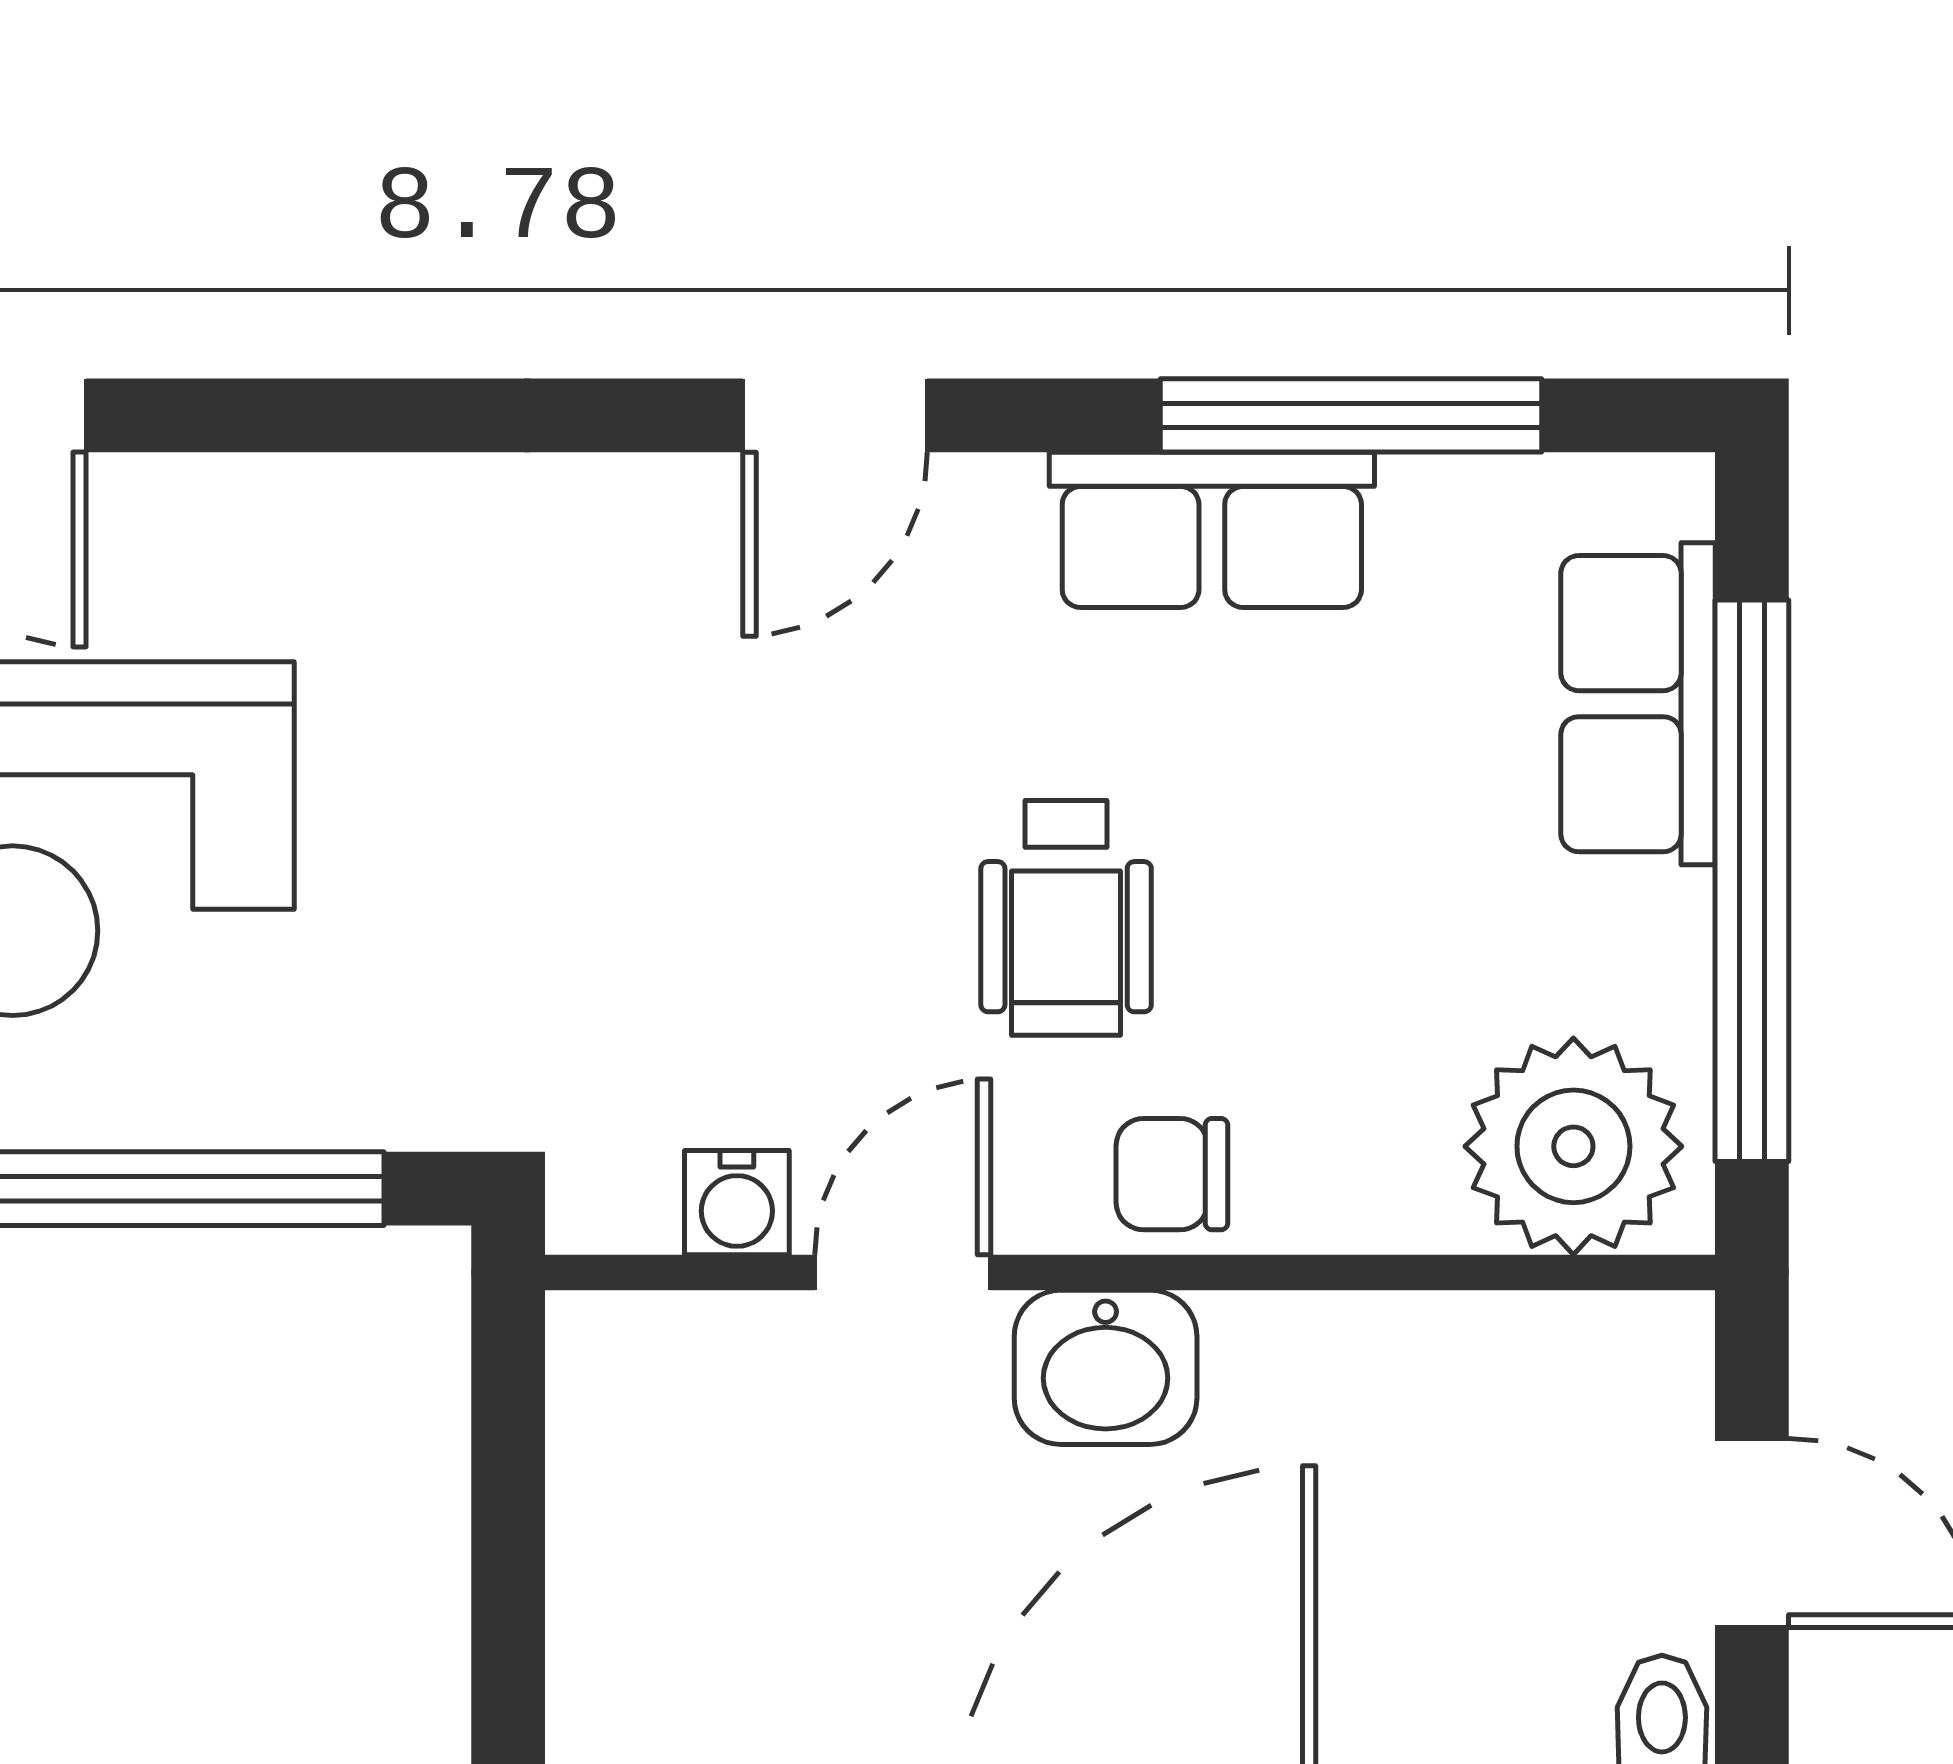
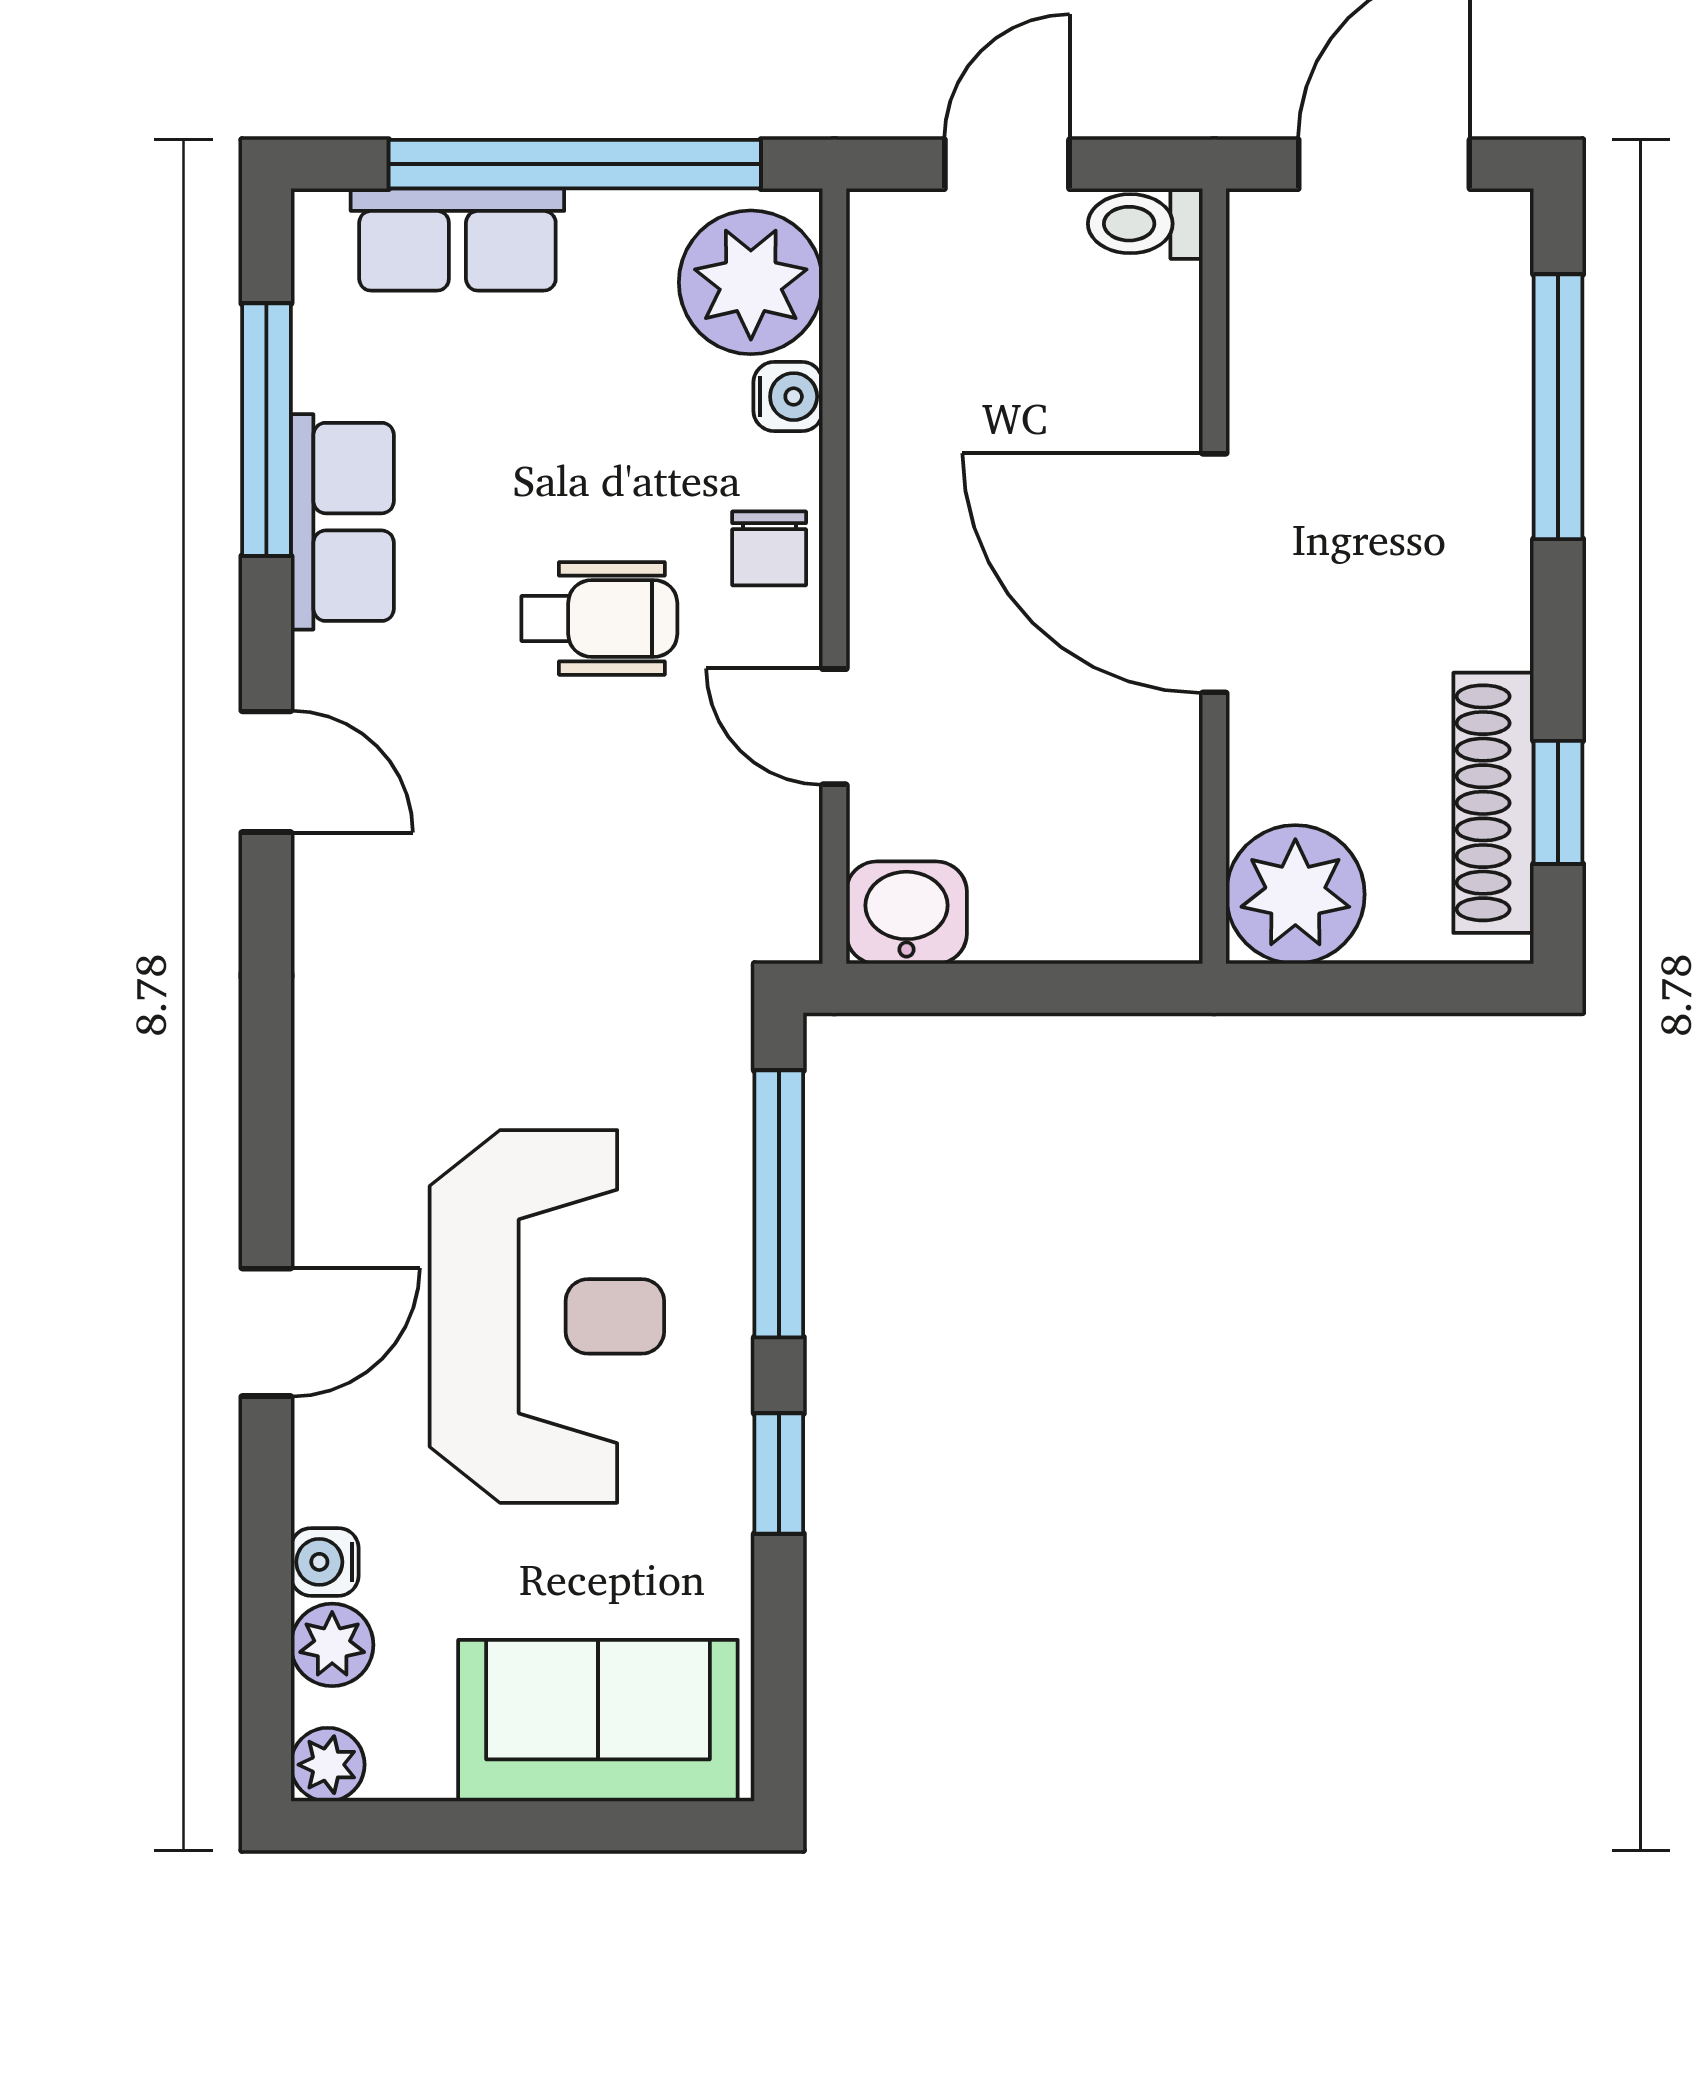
water cooler: (737, 1203) -> (788, 397), moved
washbasin: (1106, 1367) -> (906, 913), moved, turned -90

